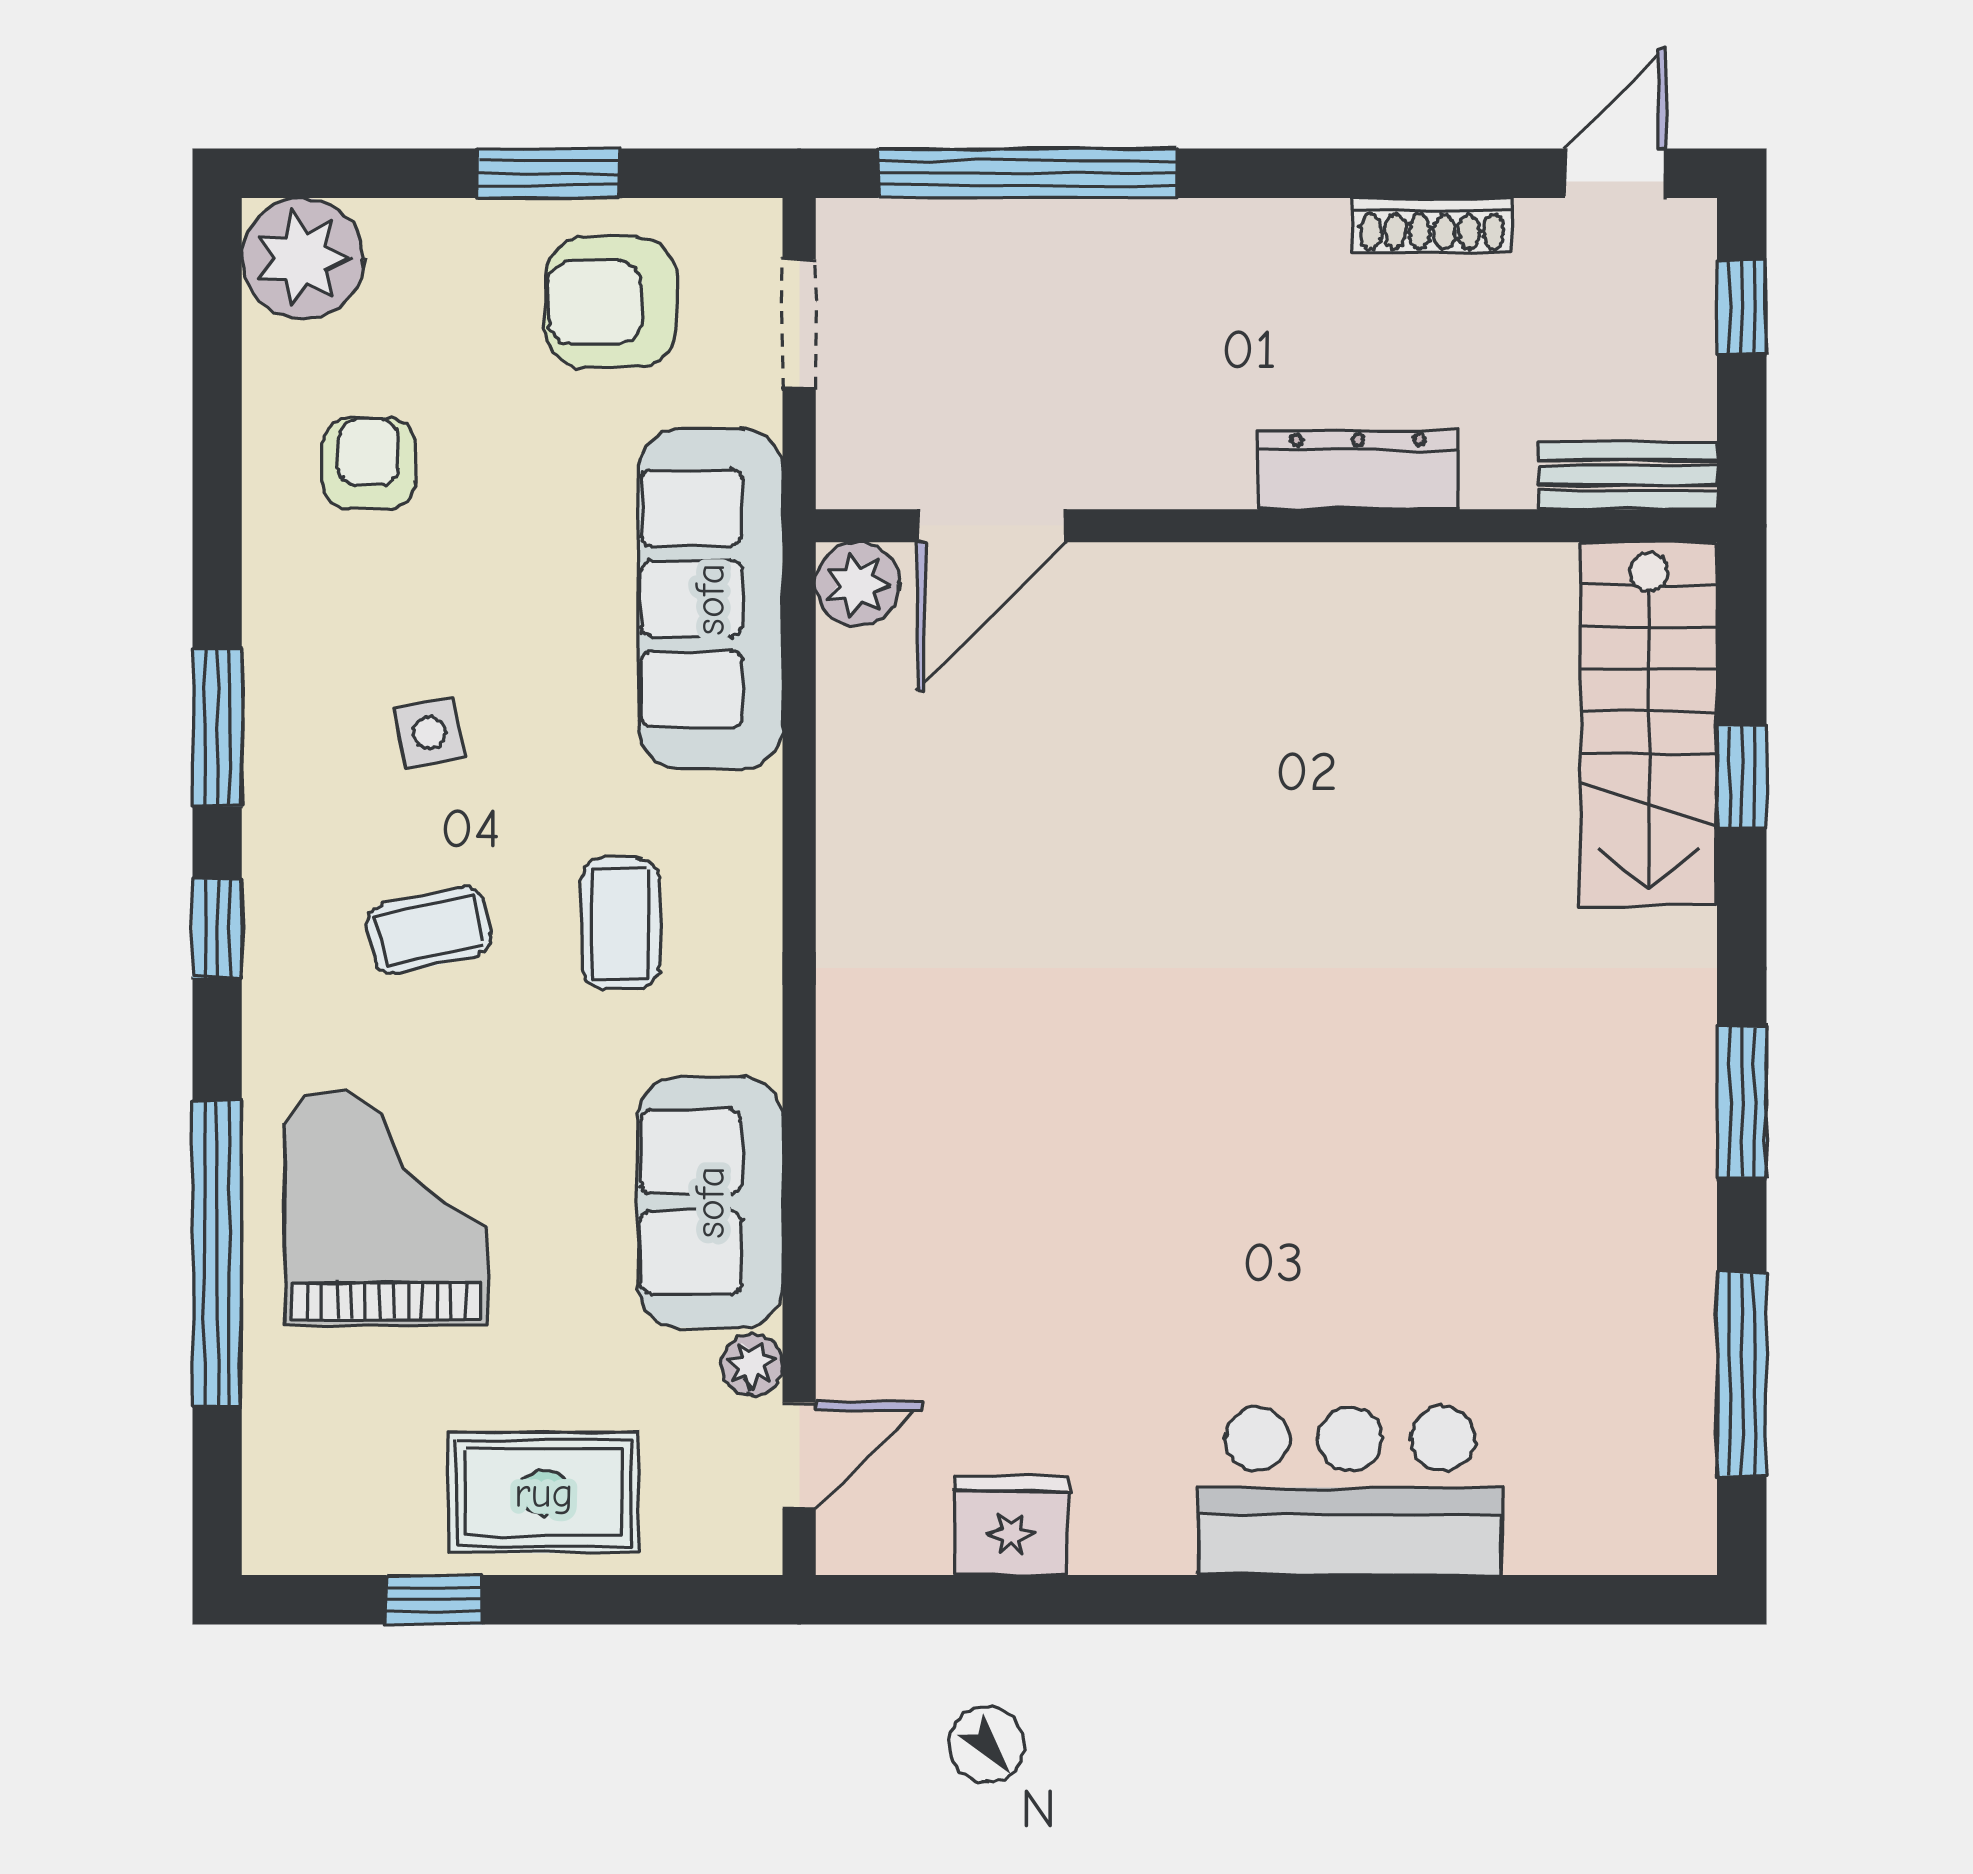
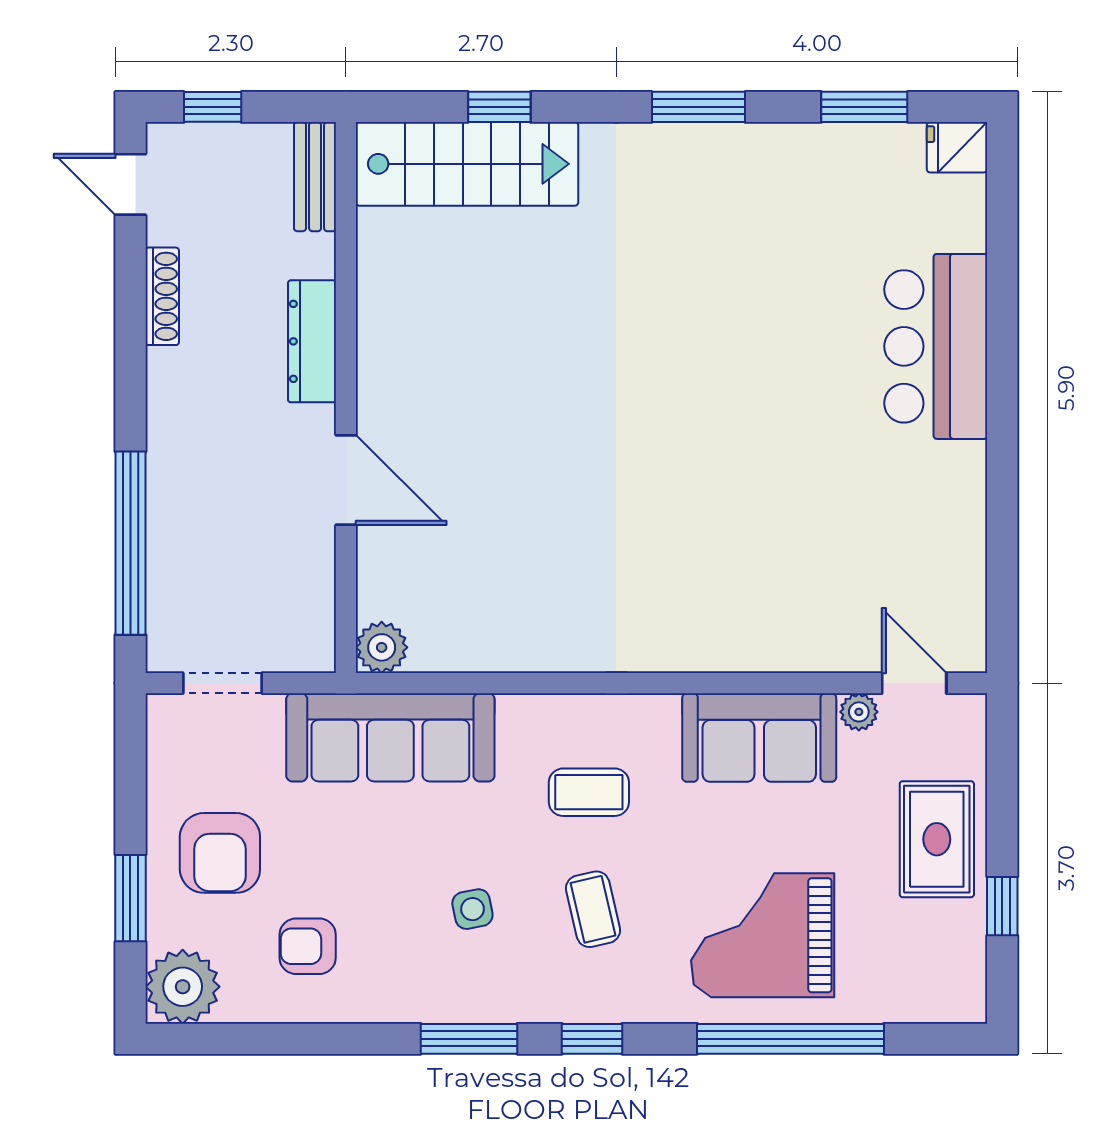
window: (549, 173) -> (130, 898), moved
armchair: (611, 302) -> (220, 853), moved
door: (991, 526) -> (346, 480), moved
window: (1742, 1374) -> (864, 107), width x0.69
fridge: (1011, 1526) -> (957, 147), moved, width x0.72

